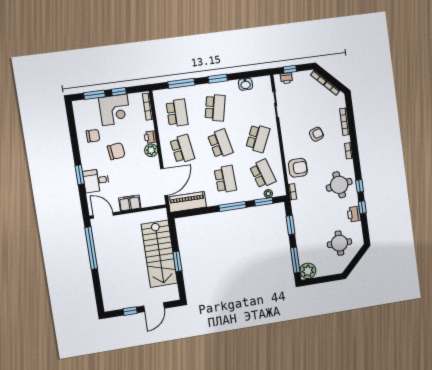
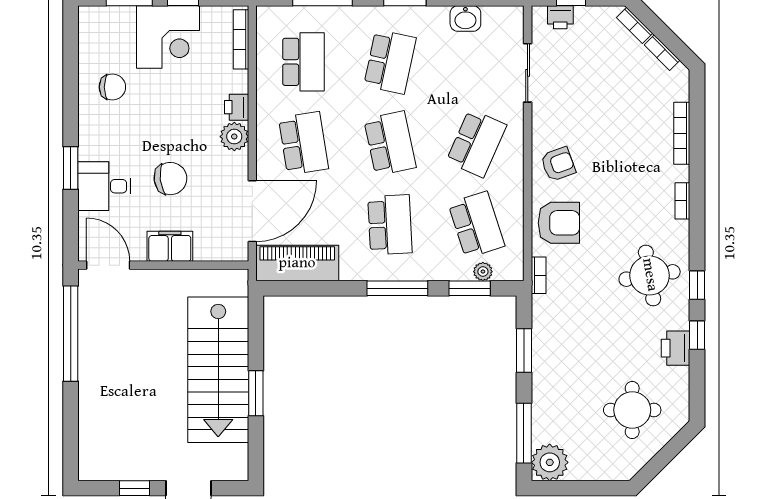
armchair: (316, 134) -> (558, 164), moved
chair: (116, 151) -> (170, 179), moved

